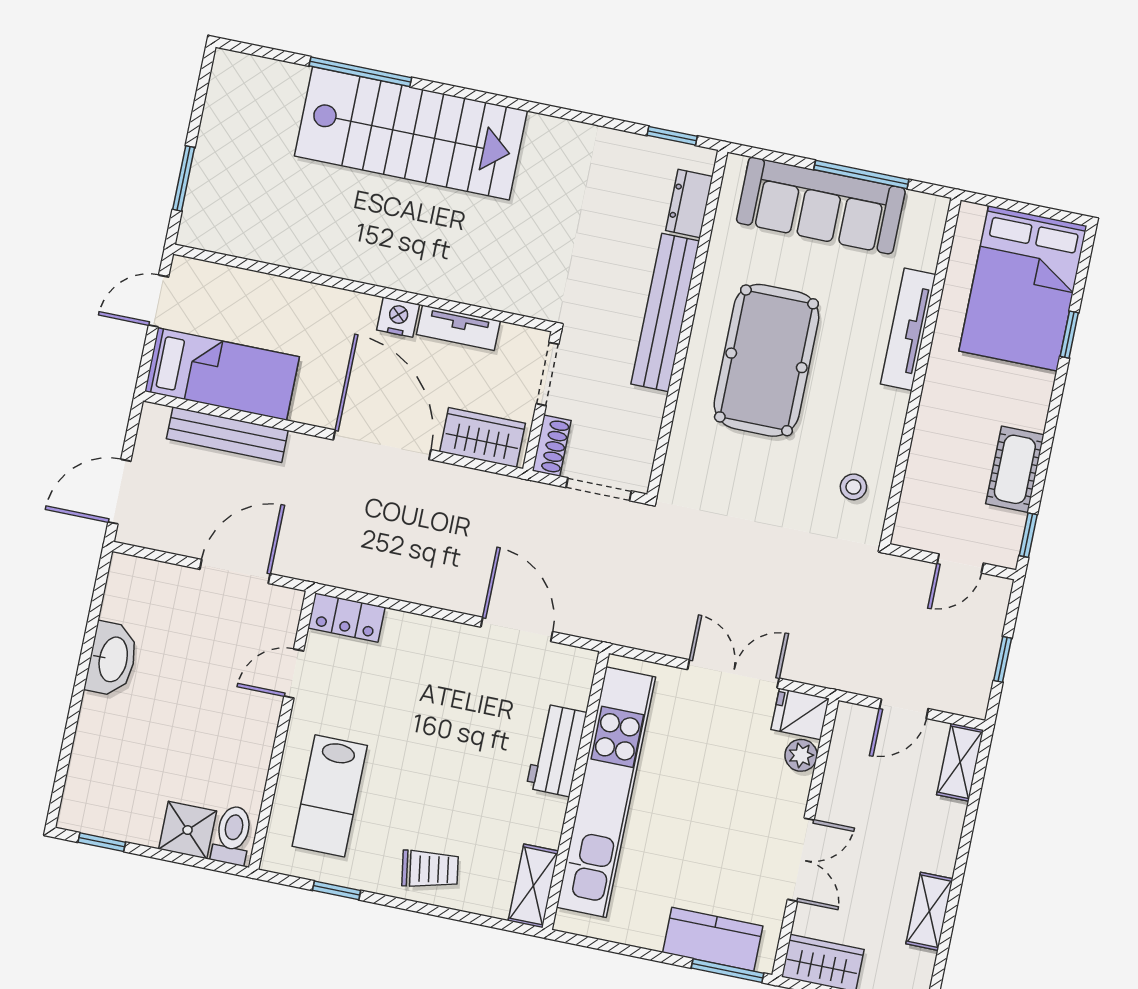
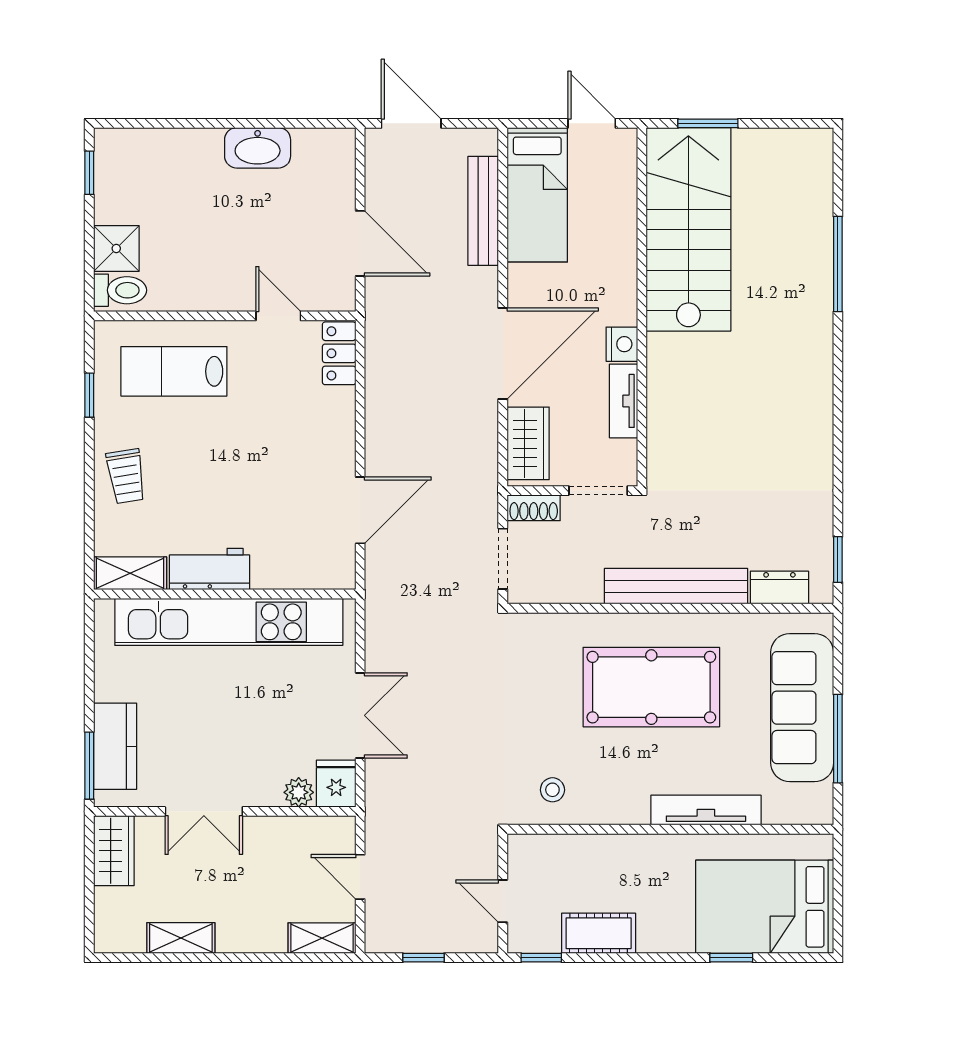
stairs: (411, 133) -> (688, 229), moved, turned 180
workbench: (557, 750) -> (209, 569), moved

